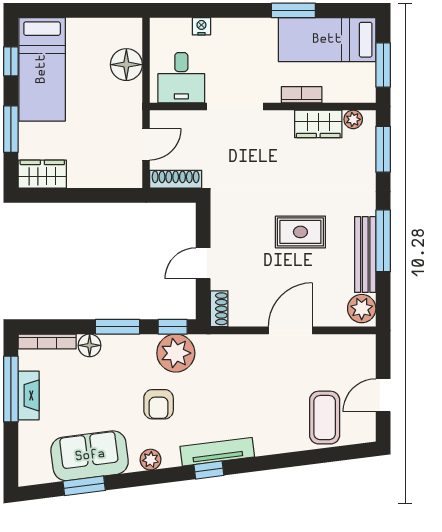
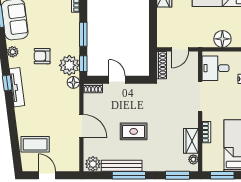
door: (146, 144) -> (180, 49), hinge flipped
rug: (300, 232) -> (134, 131), turned 90
floor lamp: (90, 345) -> (73, 82), moved

